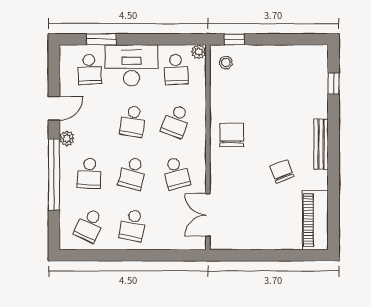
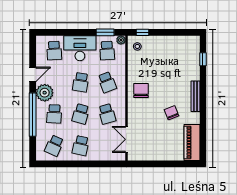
window: (101, 39) -> (105, 32), moved
school desk: (176, 121) -> (107, 82), turned -42
plant: (67, 138) -> (45, 93), width x1.87, depth x1.87

